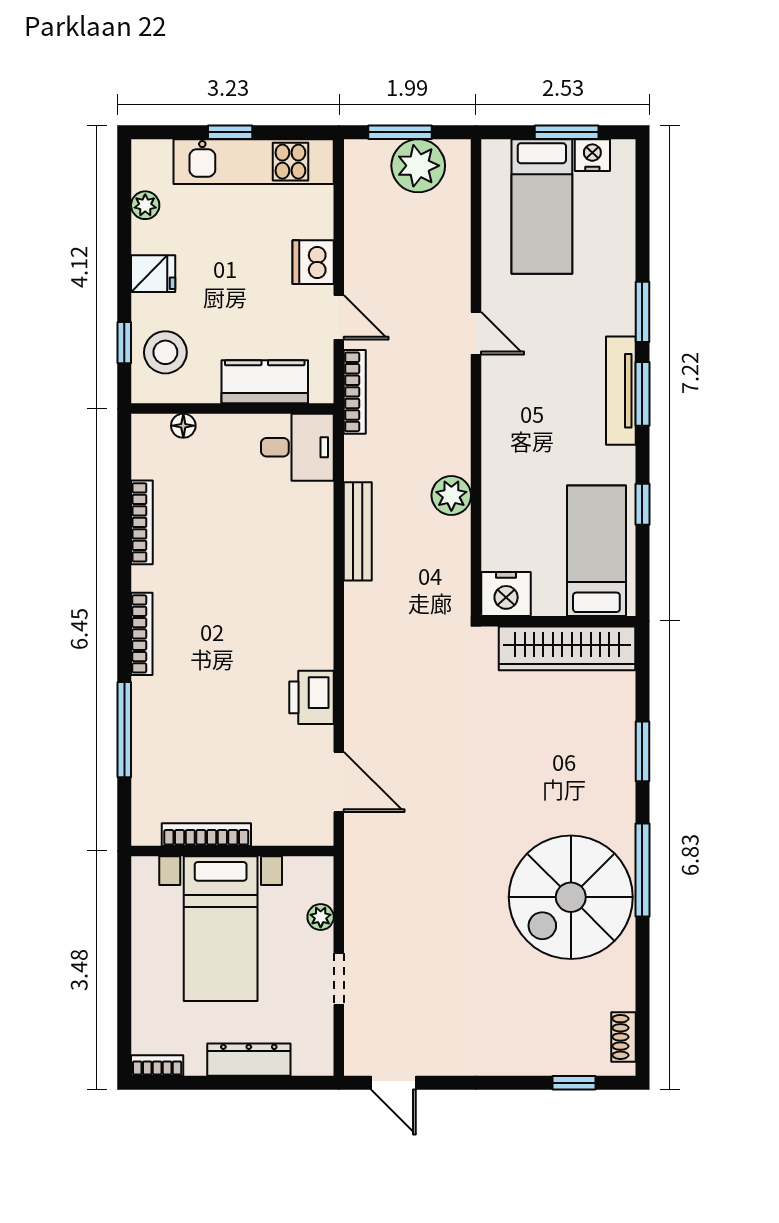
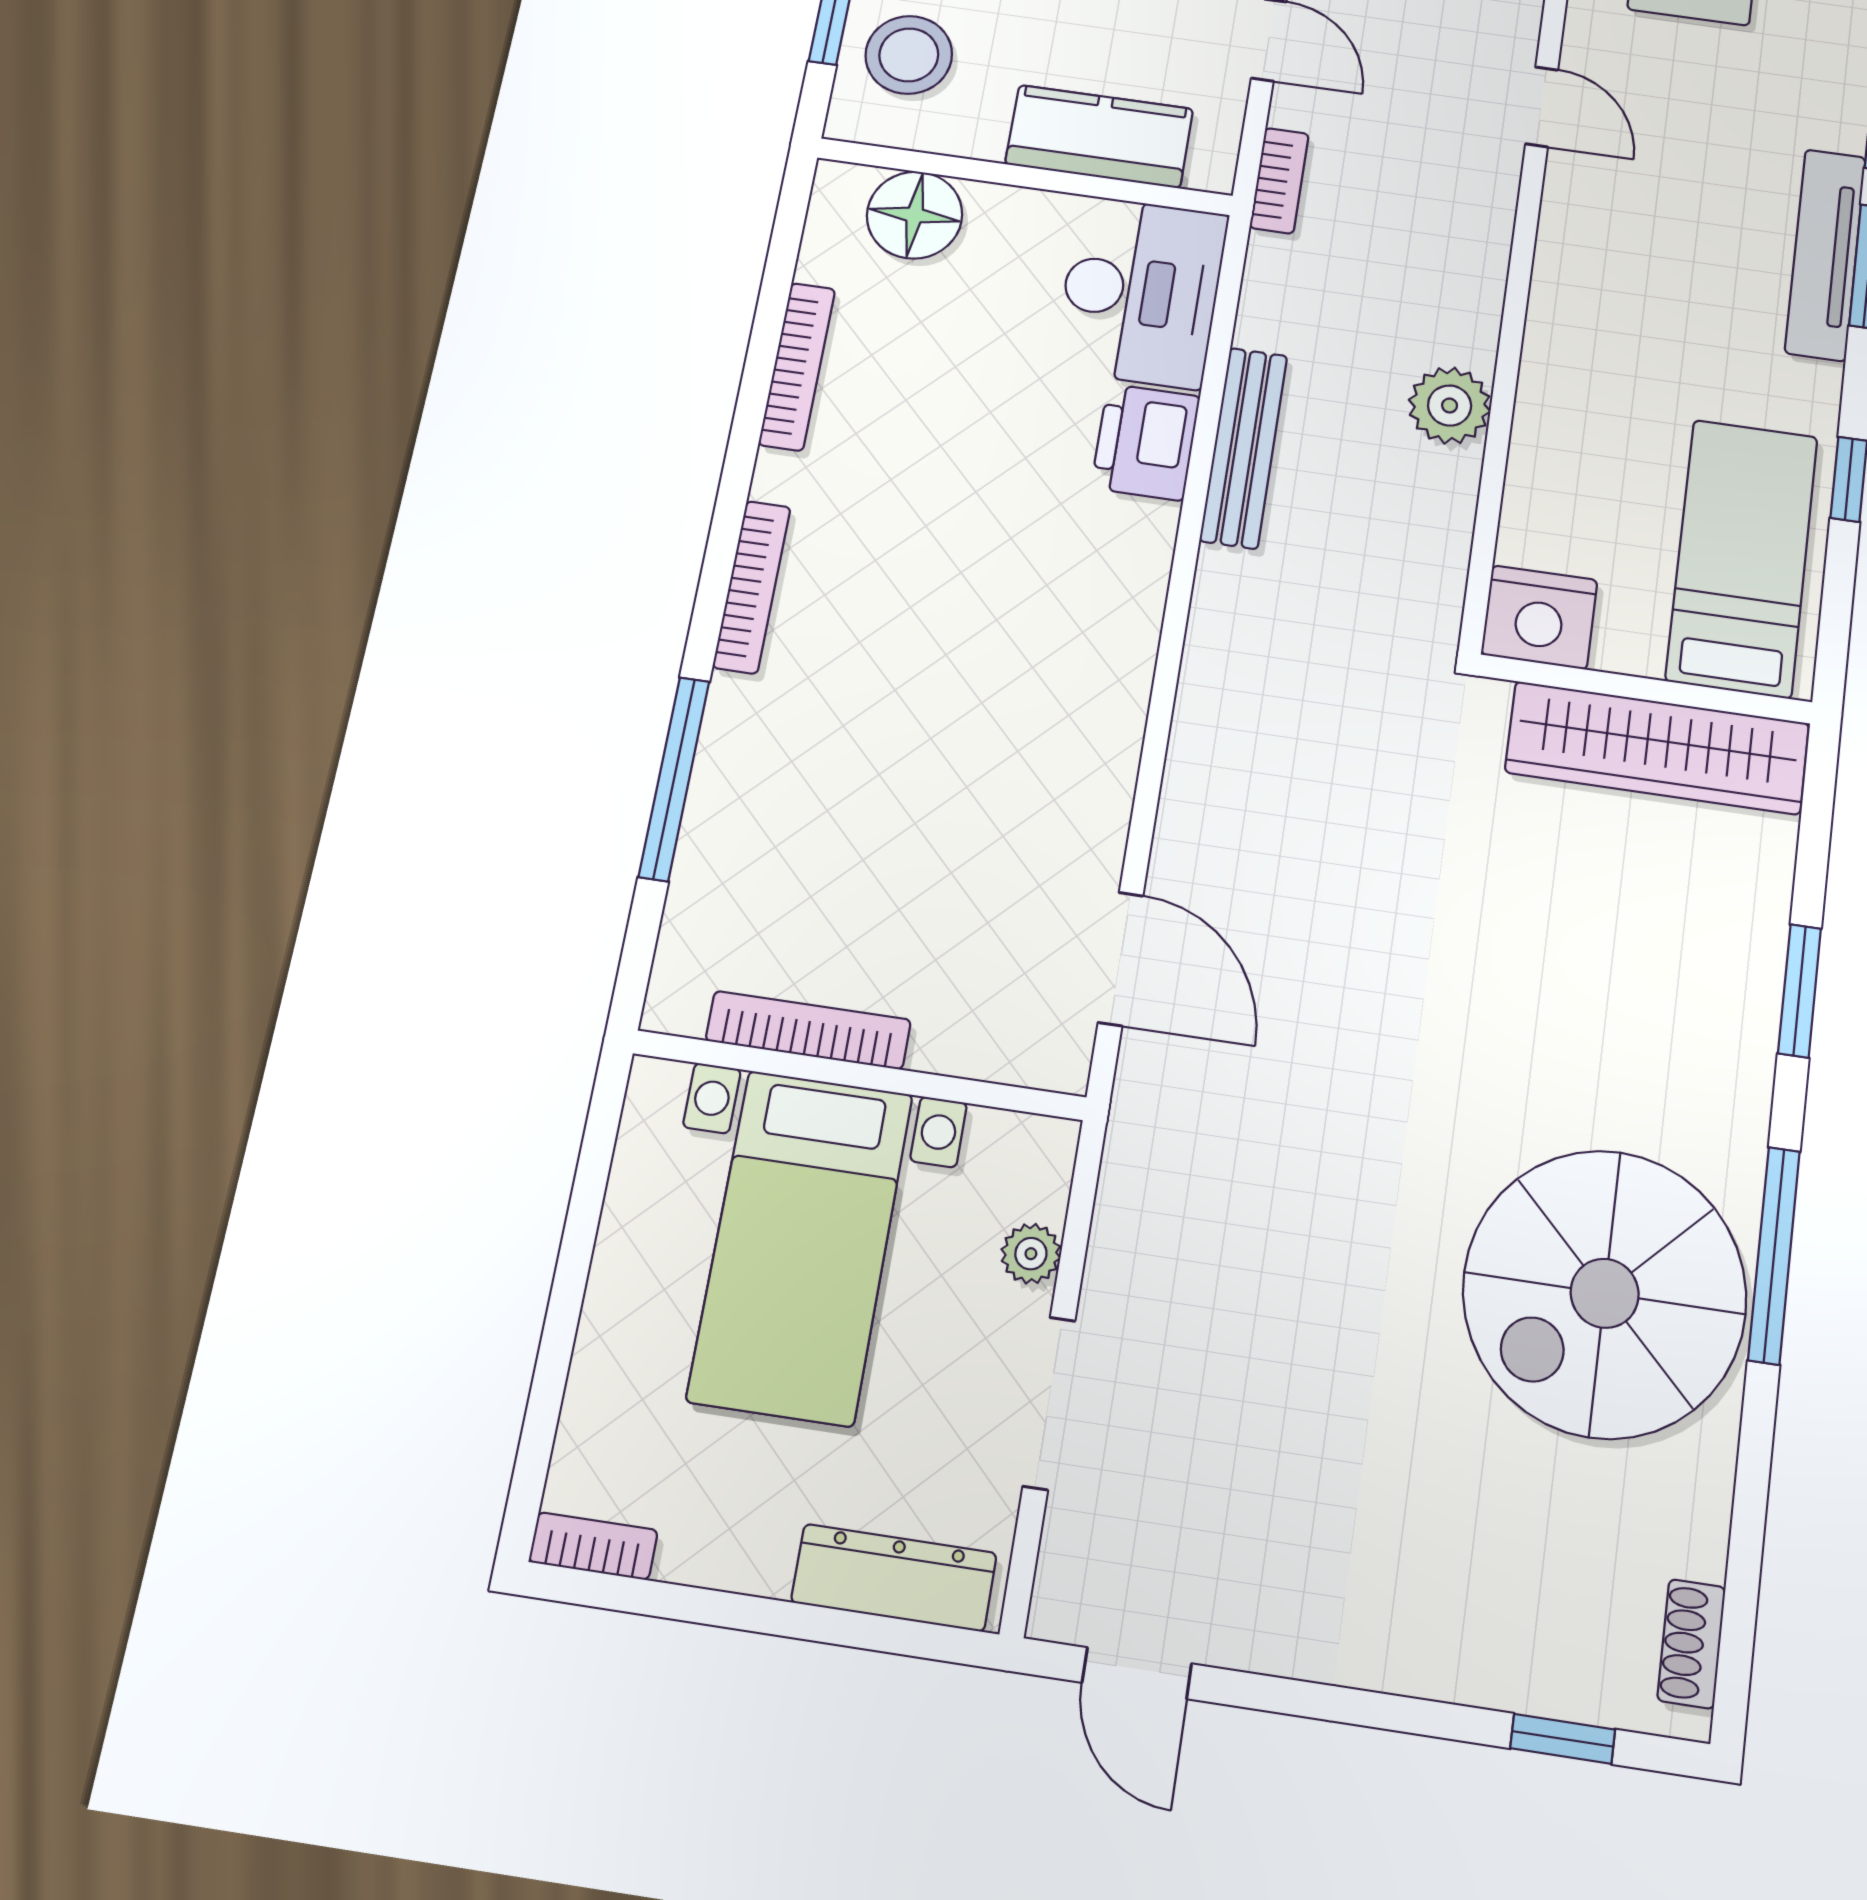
bookcase: (355, 392) -> (1279, 181), width x0.64
floor lamp: (183, 426) -> (915, 215), width x1.89, depth x1.89
desk: (297, 447) -> (1141, 292), width x1.37
printer: (312, 697) -> (1146, 442), moved
doorway: (339, 979) -> (1049, 1403), width x1.38
dresser: (249, 1060) -> (894, 1578), moved

